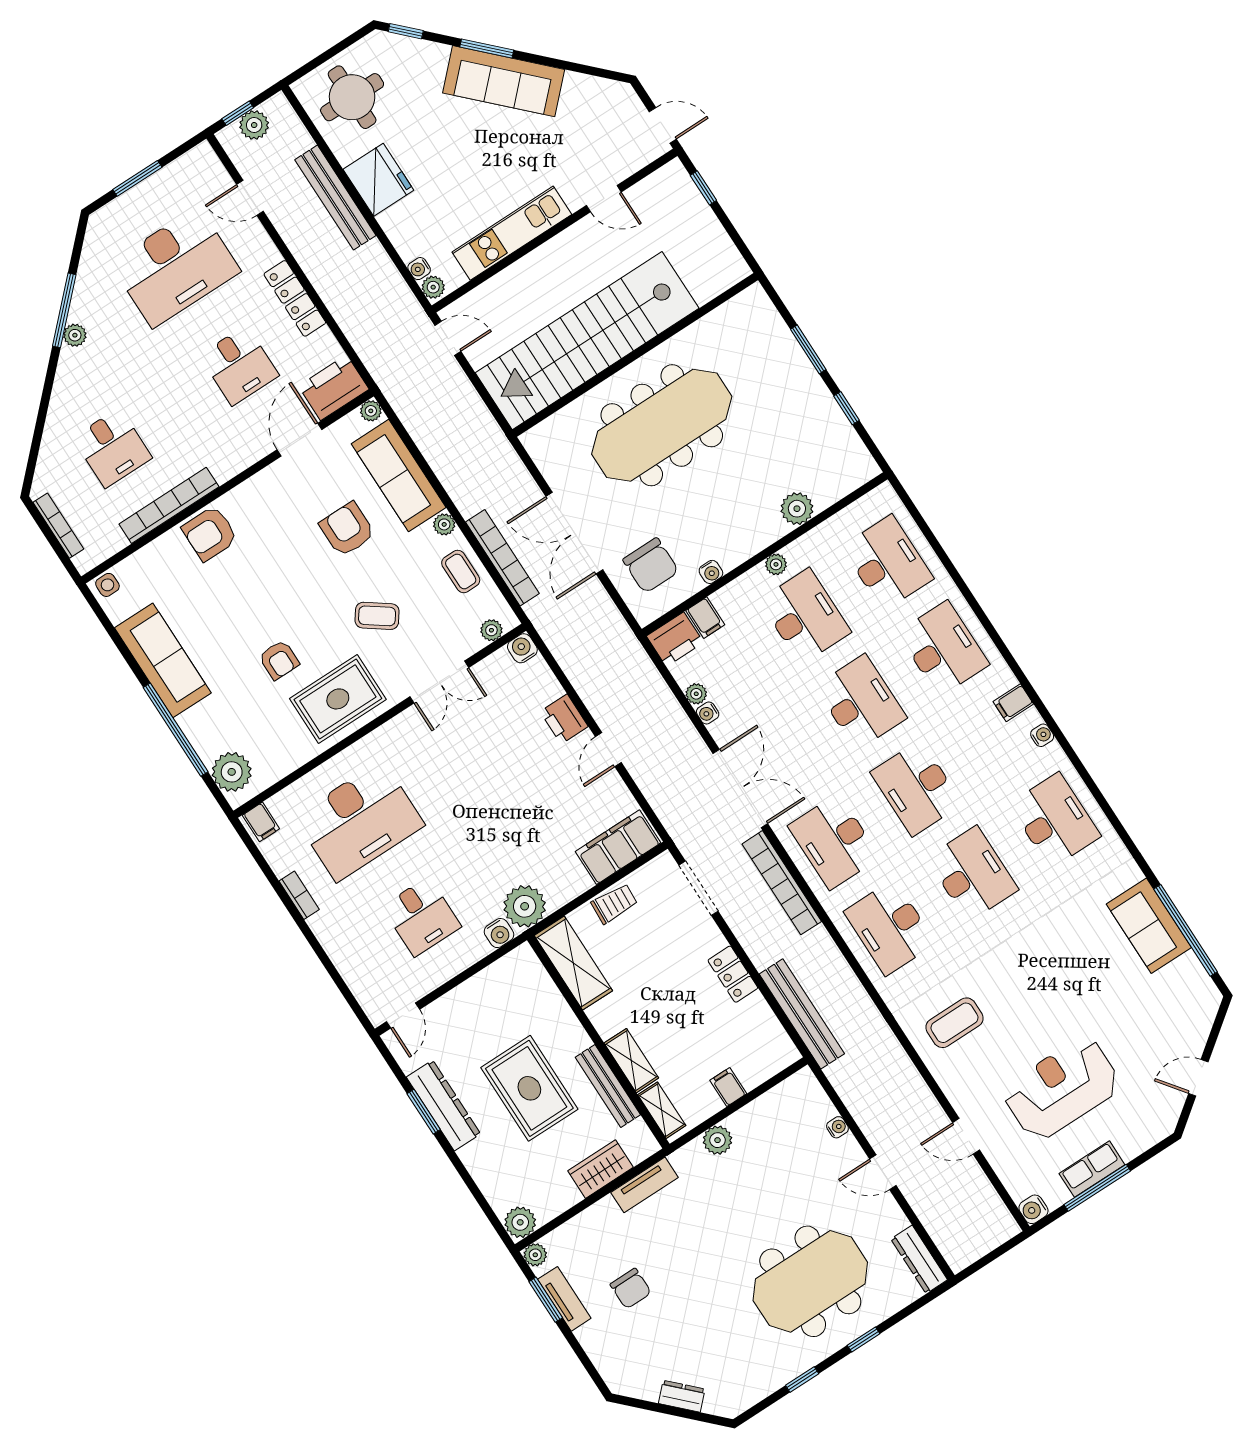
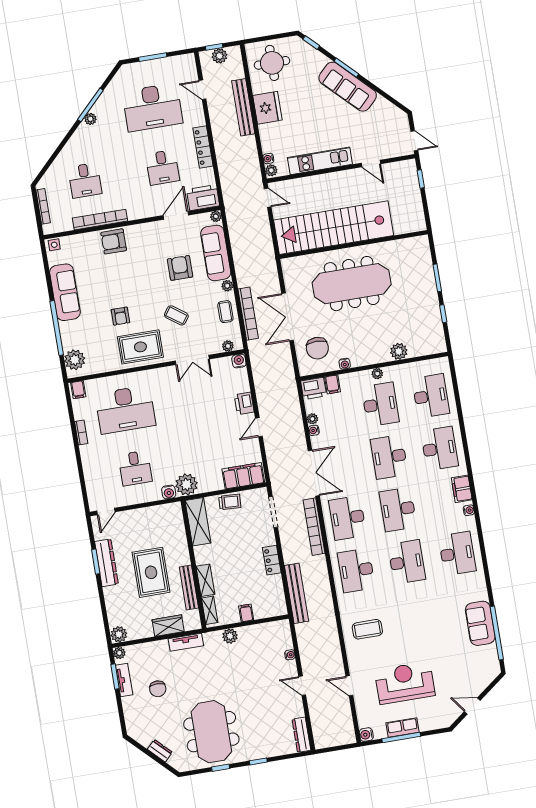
desk: (861, 702) -> (389, 457), turned 180
filing cabinet: (1013, 703) -> (462, 489), width x2.00
meeting table: (810, 1281) -> (211, 732), moved, turned 90

